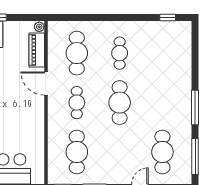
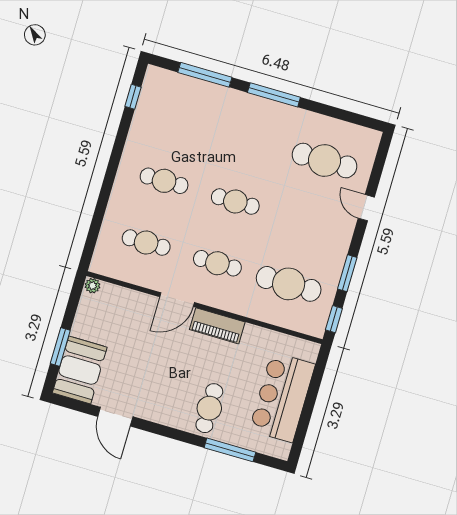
piano: (37, 50) -> (217, 326), moved
cafe table: (77, 53) -> (146, 243), width x0.73, depth x0.74
cafe table: (120, 103) -> (235, 202), width x0.73, depth x0.74
window: (195, 156) -> (205, 75), moved

